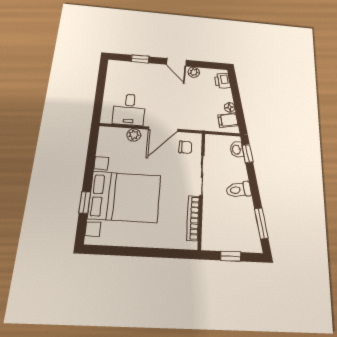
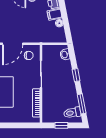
filing cabinet: (228, 120) -> (55, 14), moved
window: (247, 154) -> (76, 75), moved
toilet: (239, 190) -> (72, 113), moved

